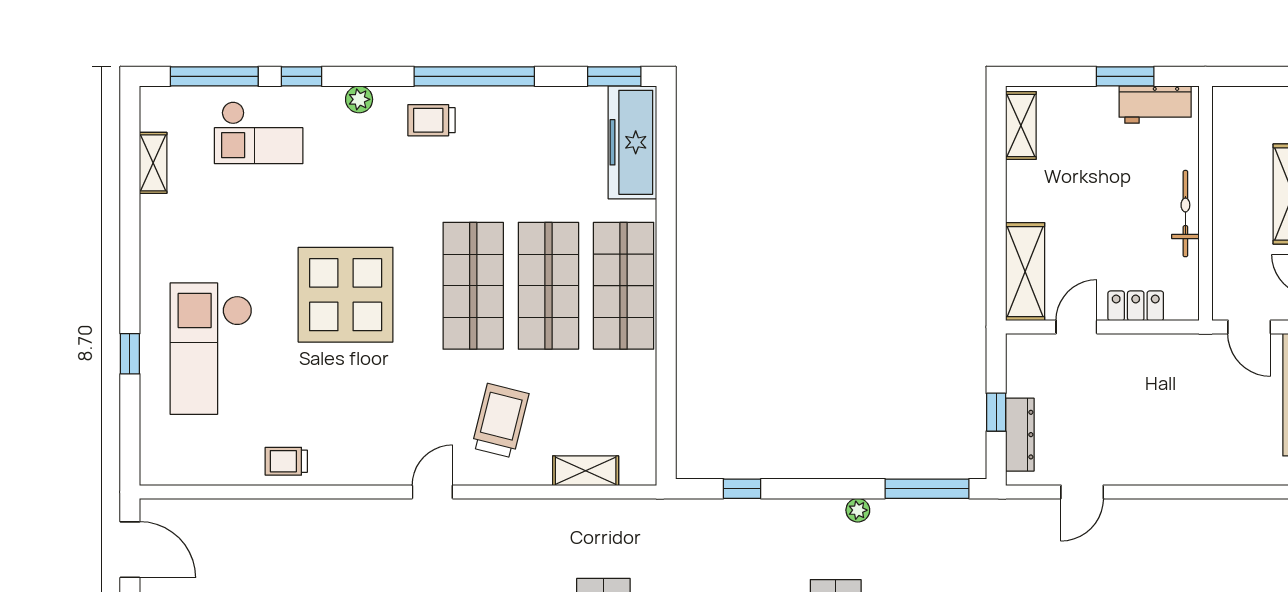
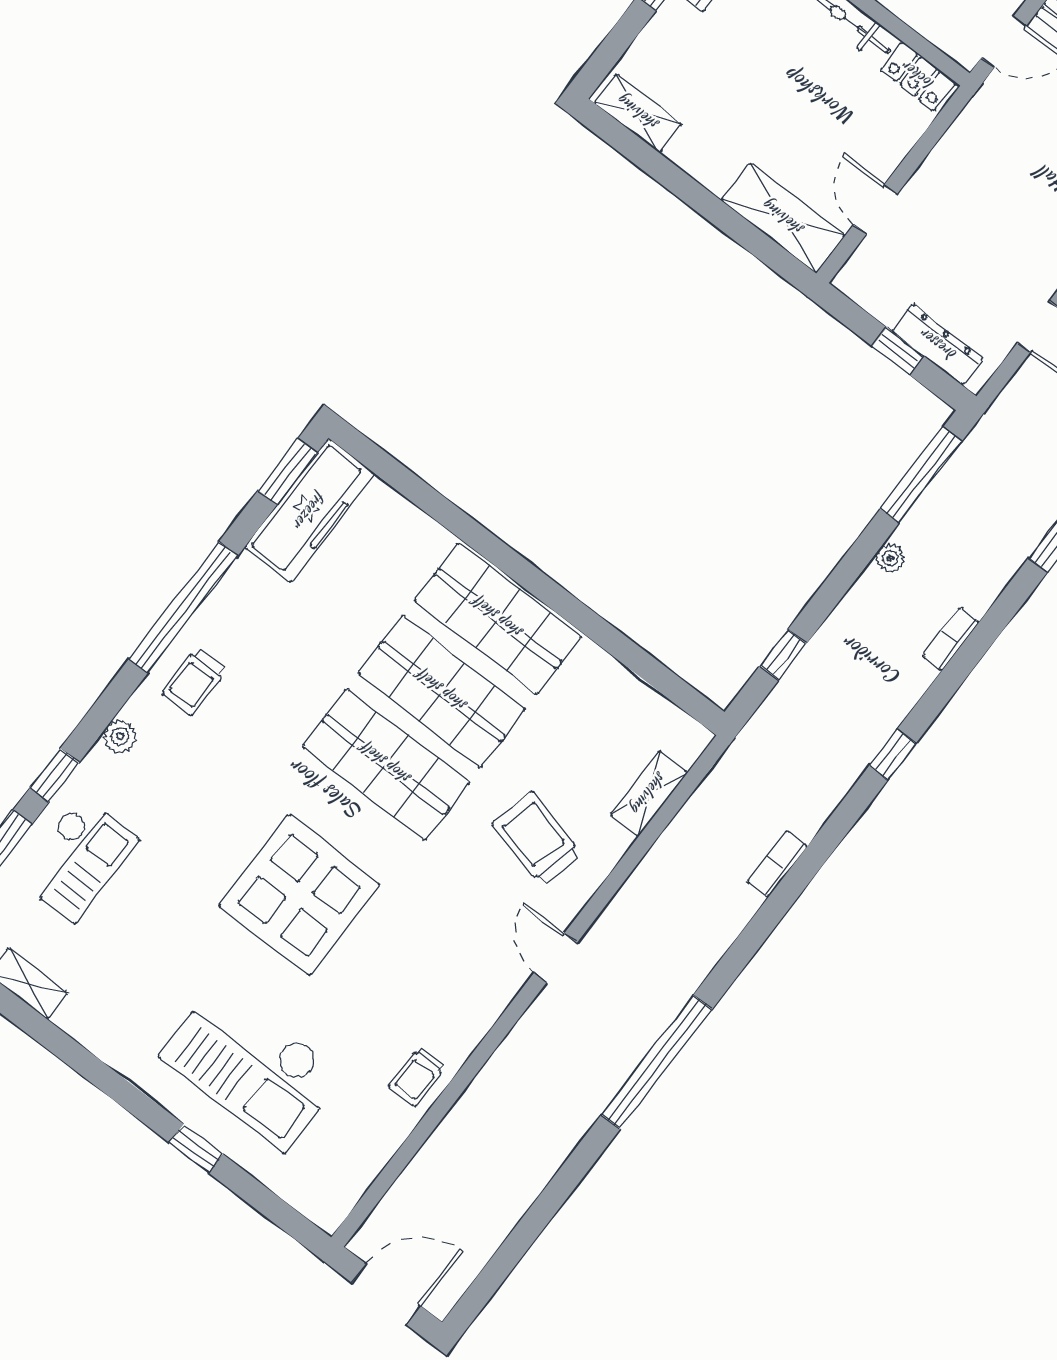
freezer: (632, 142) -> (310, 510), moved, turned -90
locker: (1136, 306) -> (918, 76), moved, turned -90

